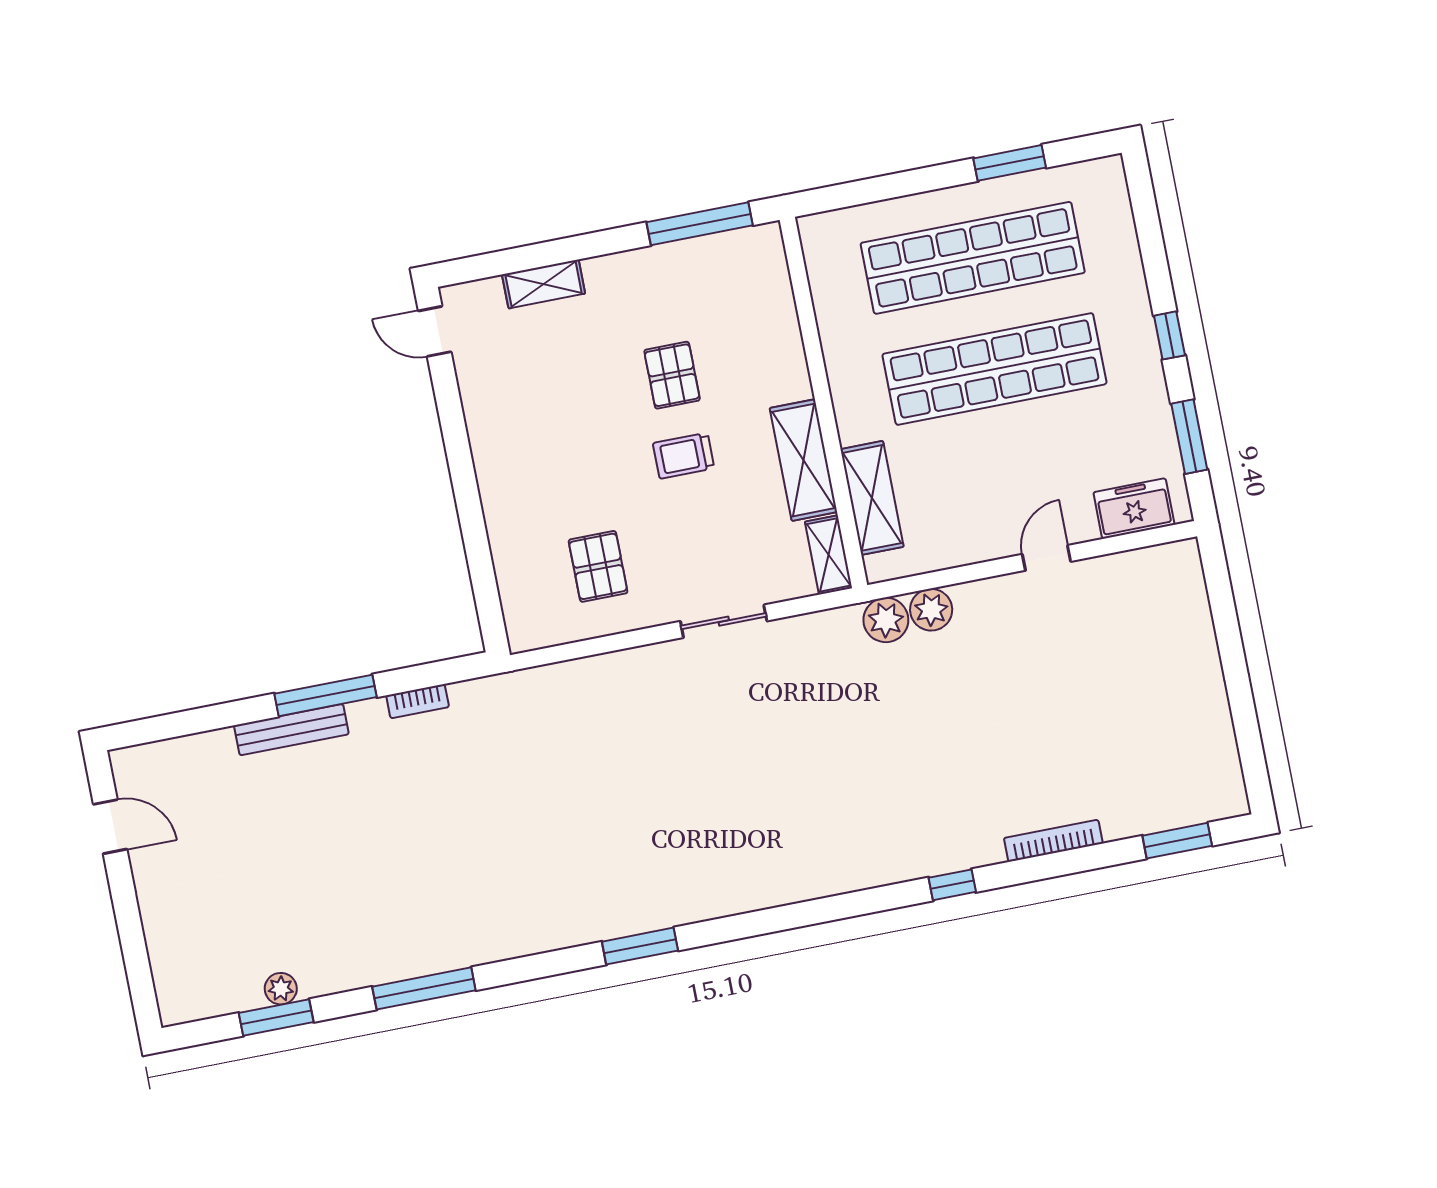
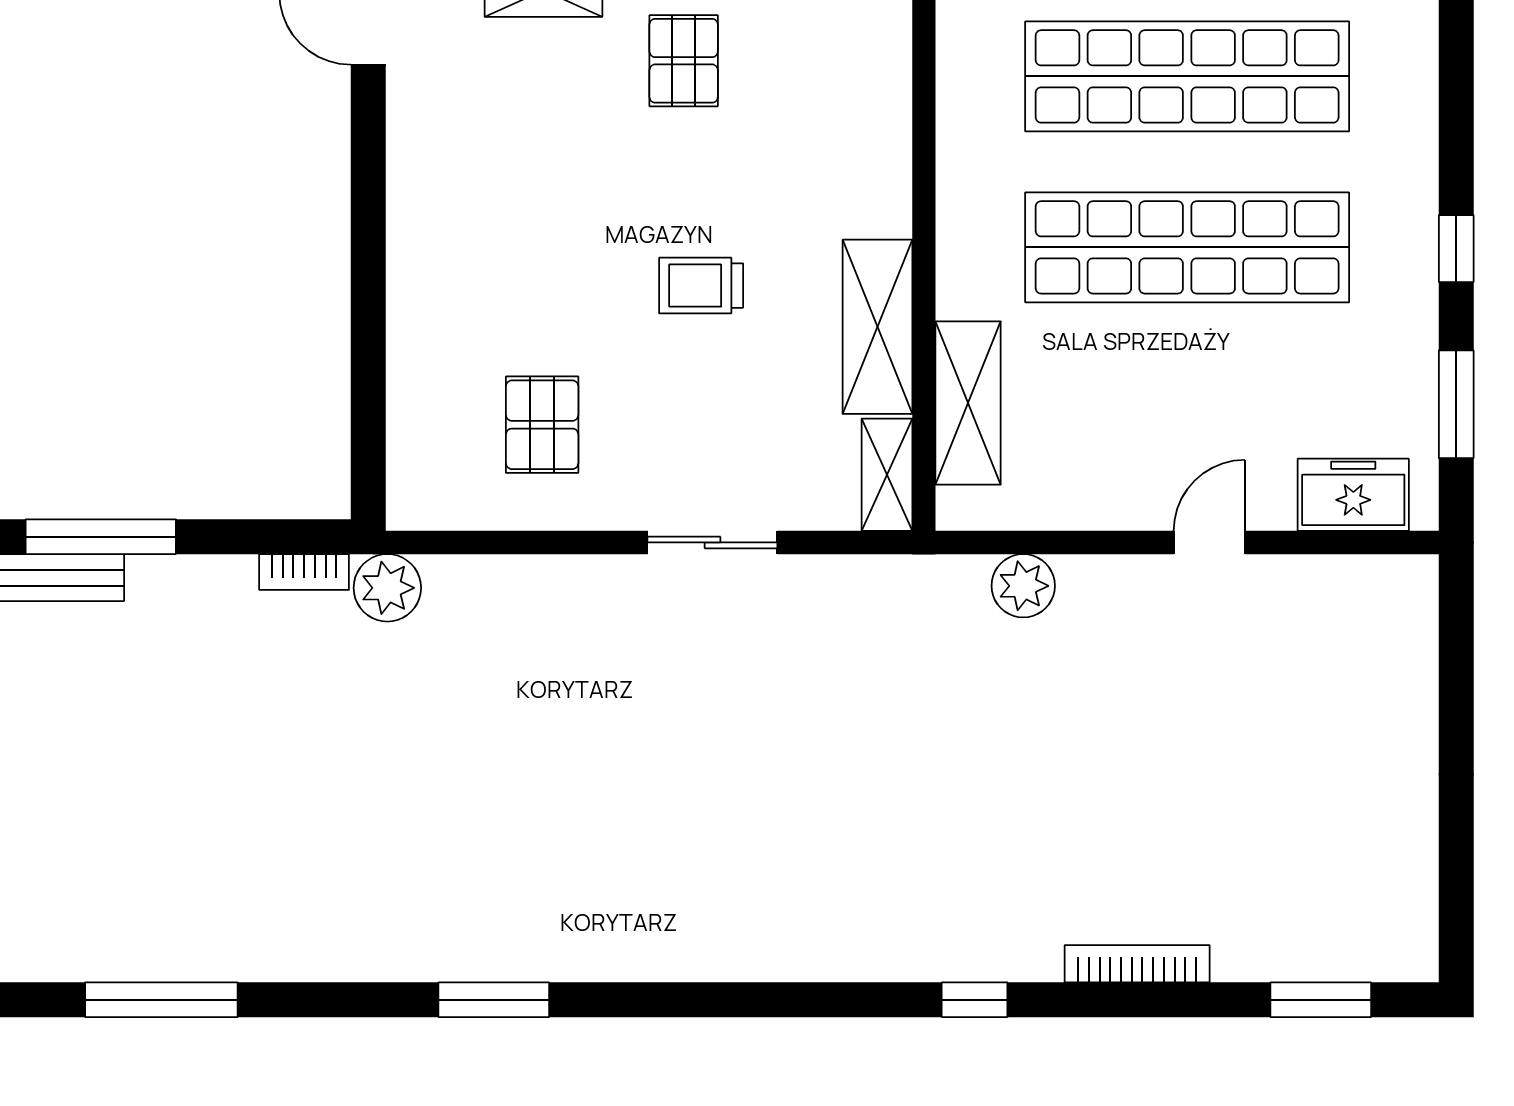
pallet: (672, 375) -> (684, 61), moved
plant: (886, 620) -> (387, 588), moved
bookcase: (418, 701) -> (304, 572), moved

